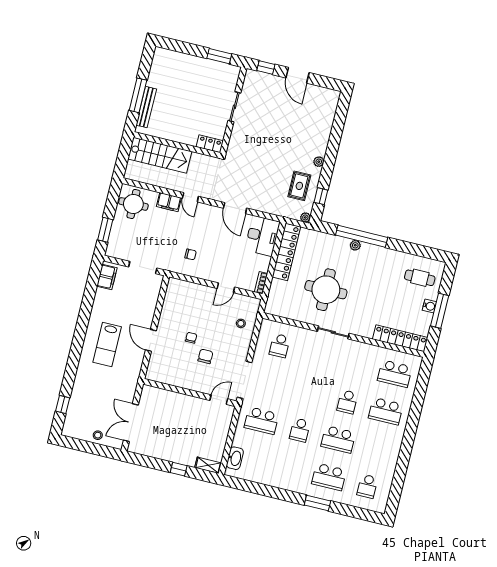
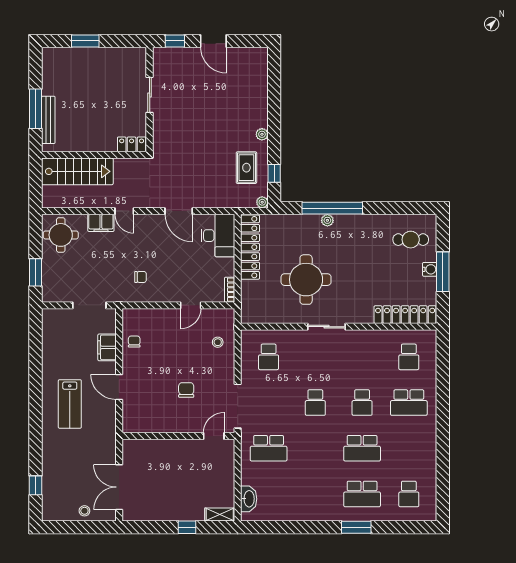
window: (219, 56) -> (85, 41), moved
filing cabinet: (107, 277) -> (107, 347), moved, turned 180
chair: (191, 338) -> (134, 342), moved
school desk: (395, 374) -> (409, 357), width x0.54
school desk: (300, 430) -> (315, 403), moved

